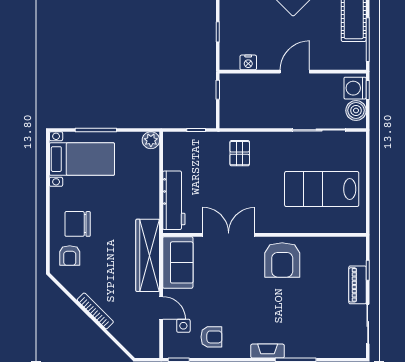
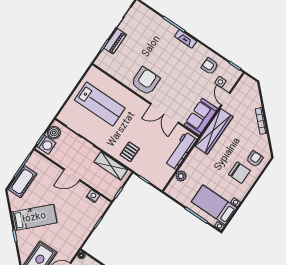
shelving: (252, 118) -> (111, 166), added
plant: (151, 140) -> (181, 176), moved

